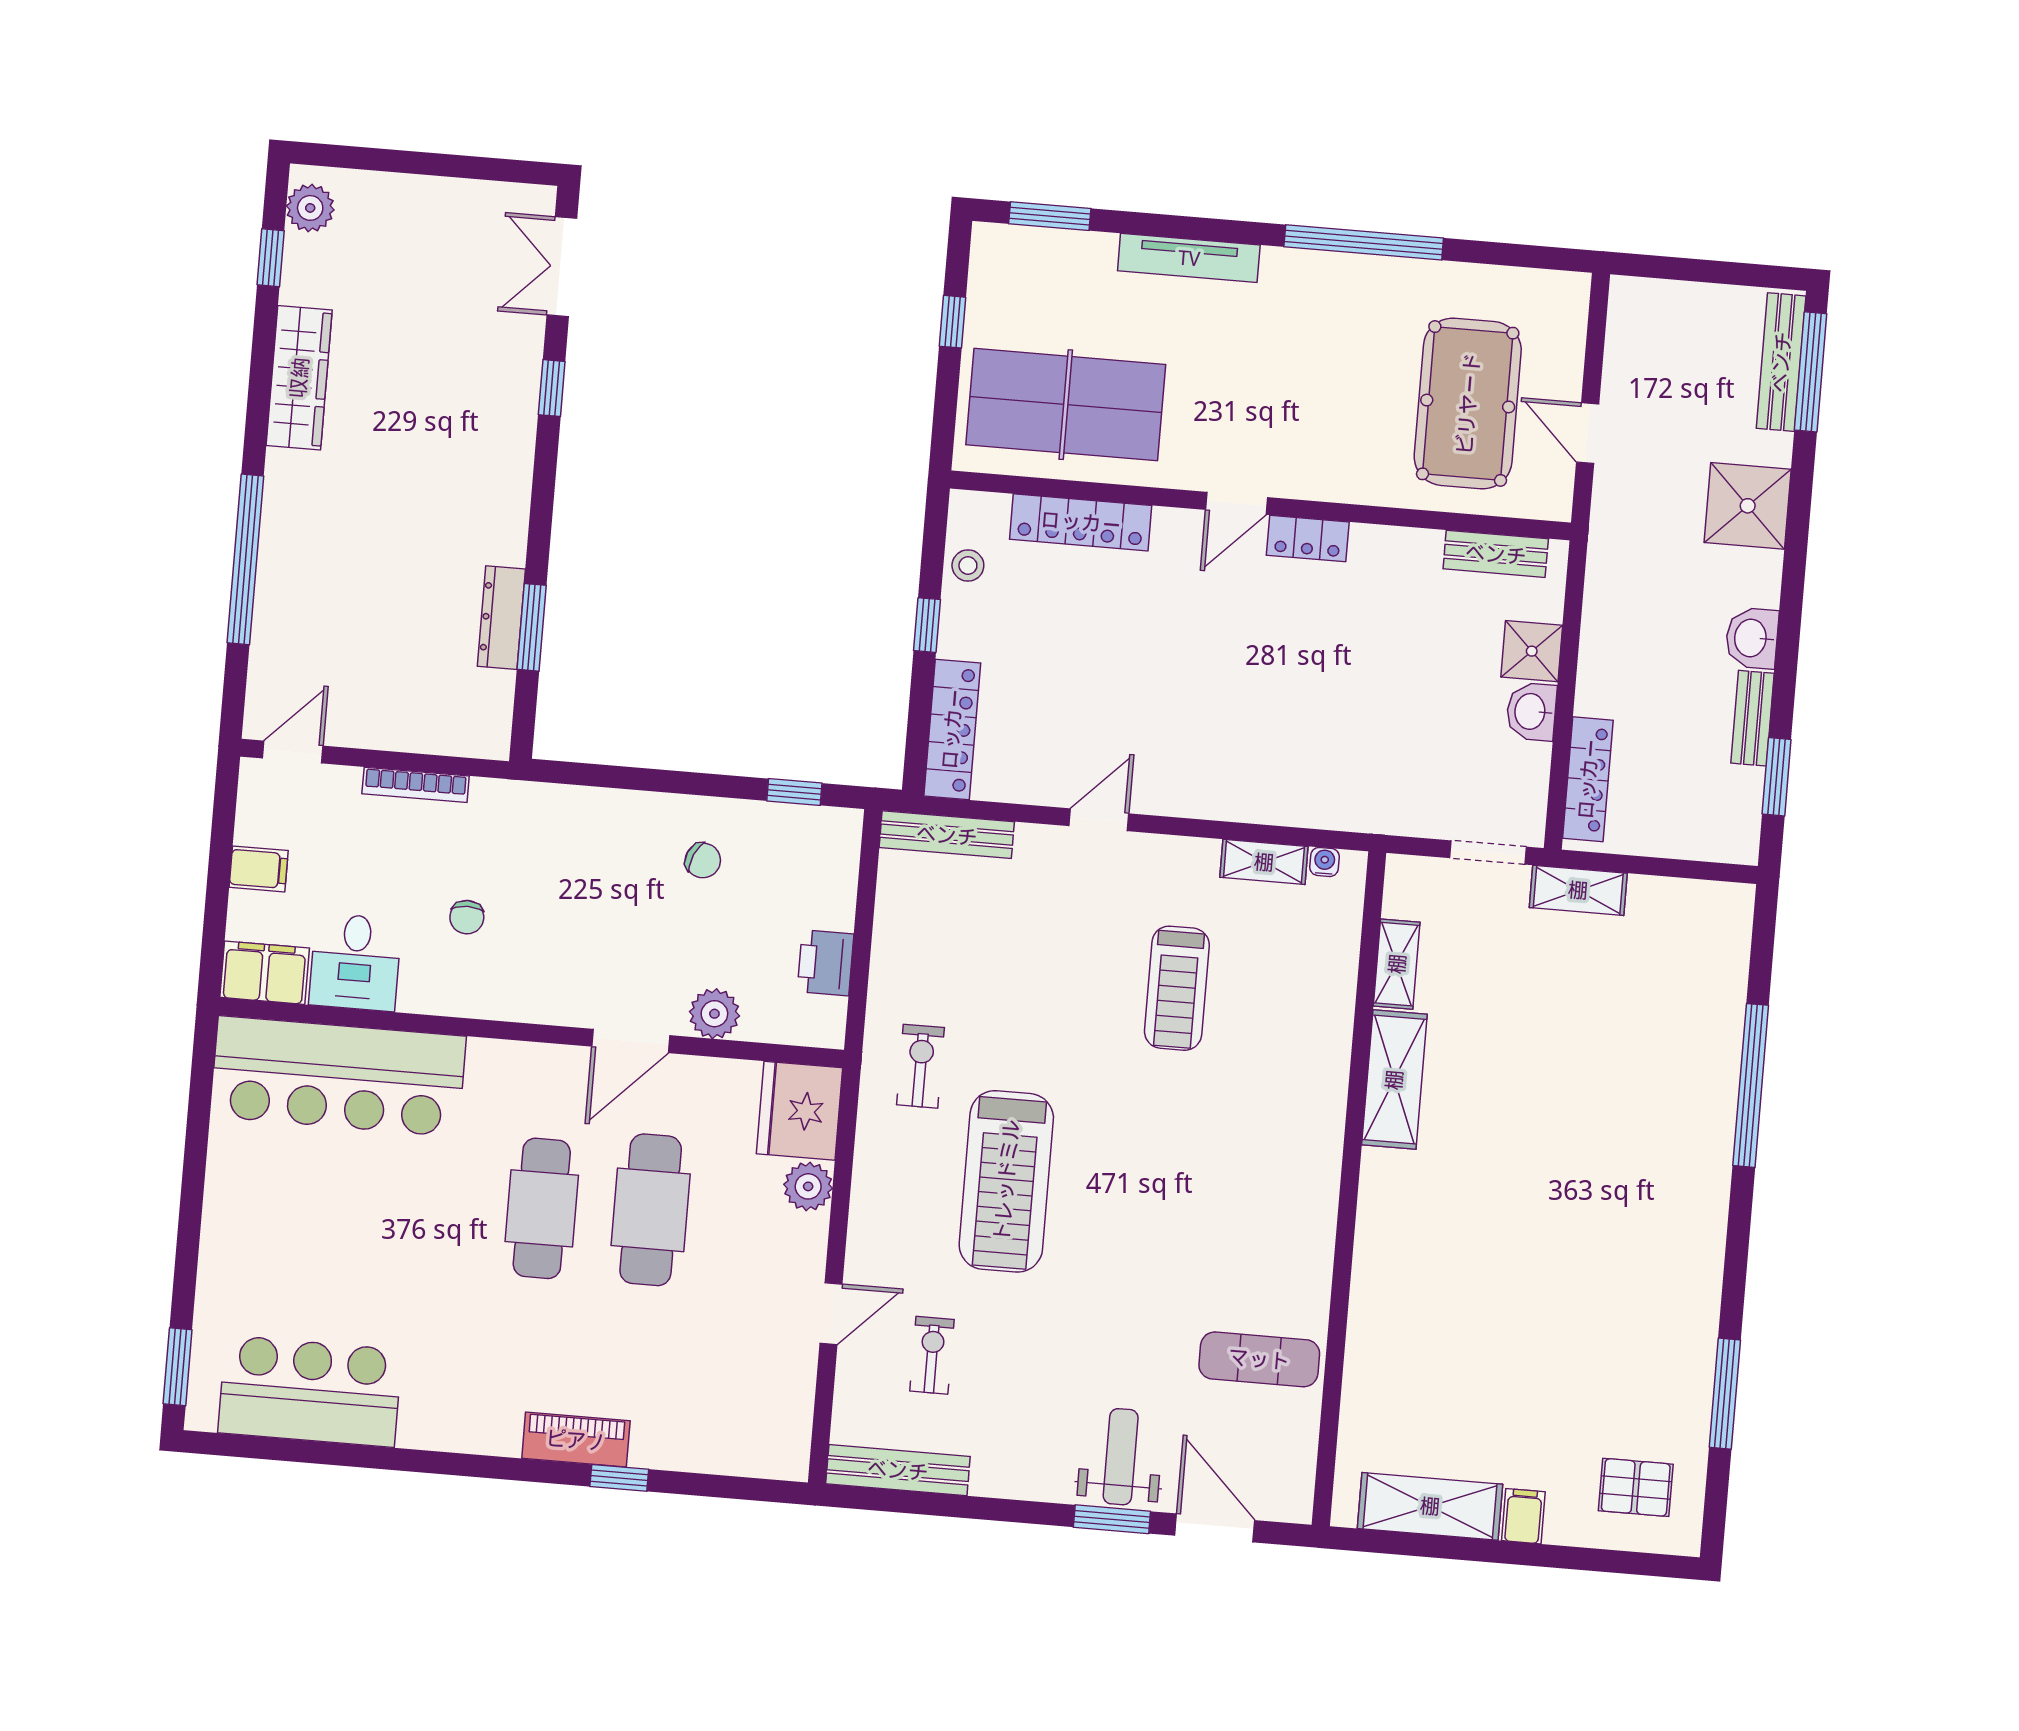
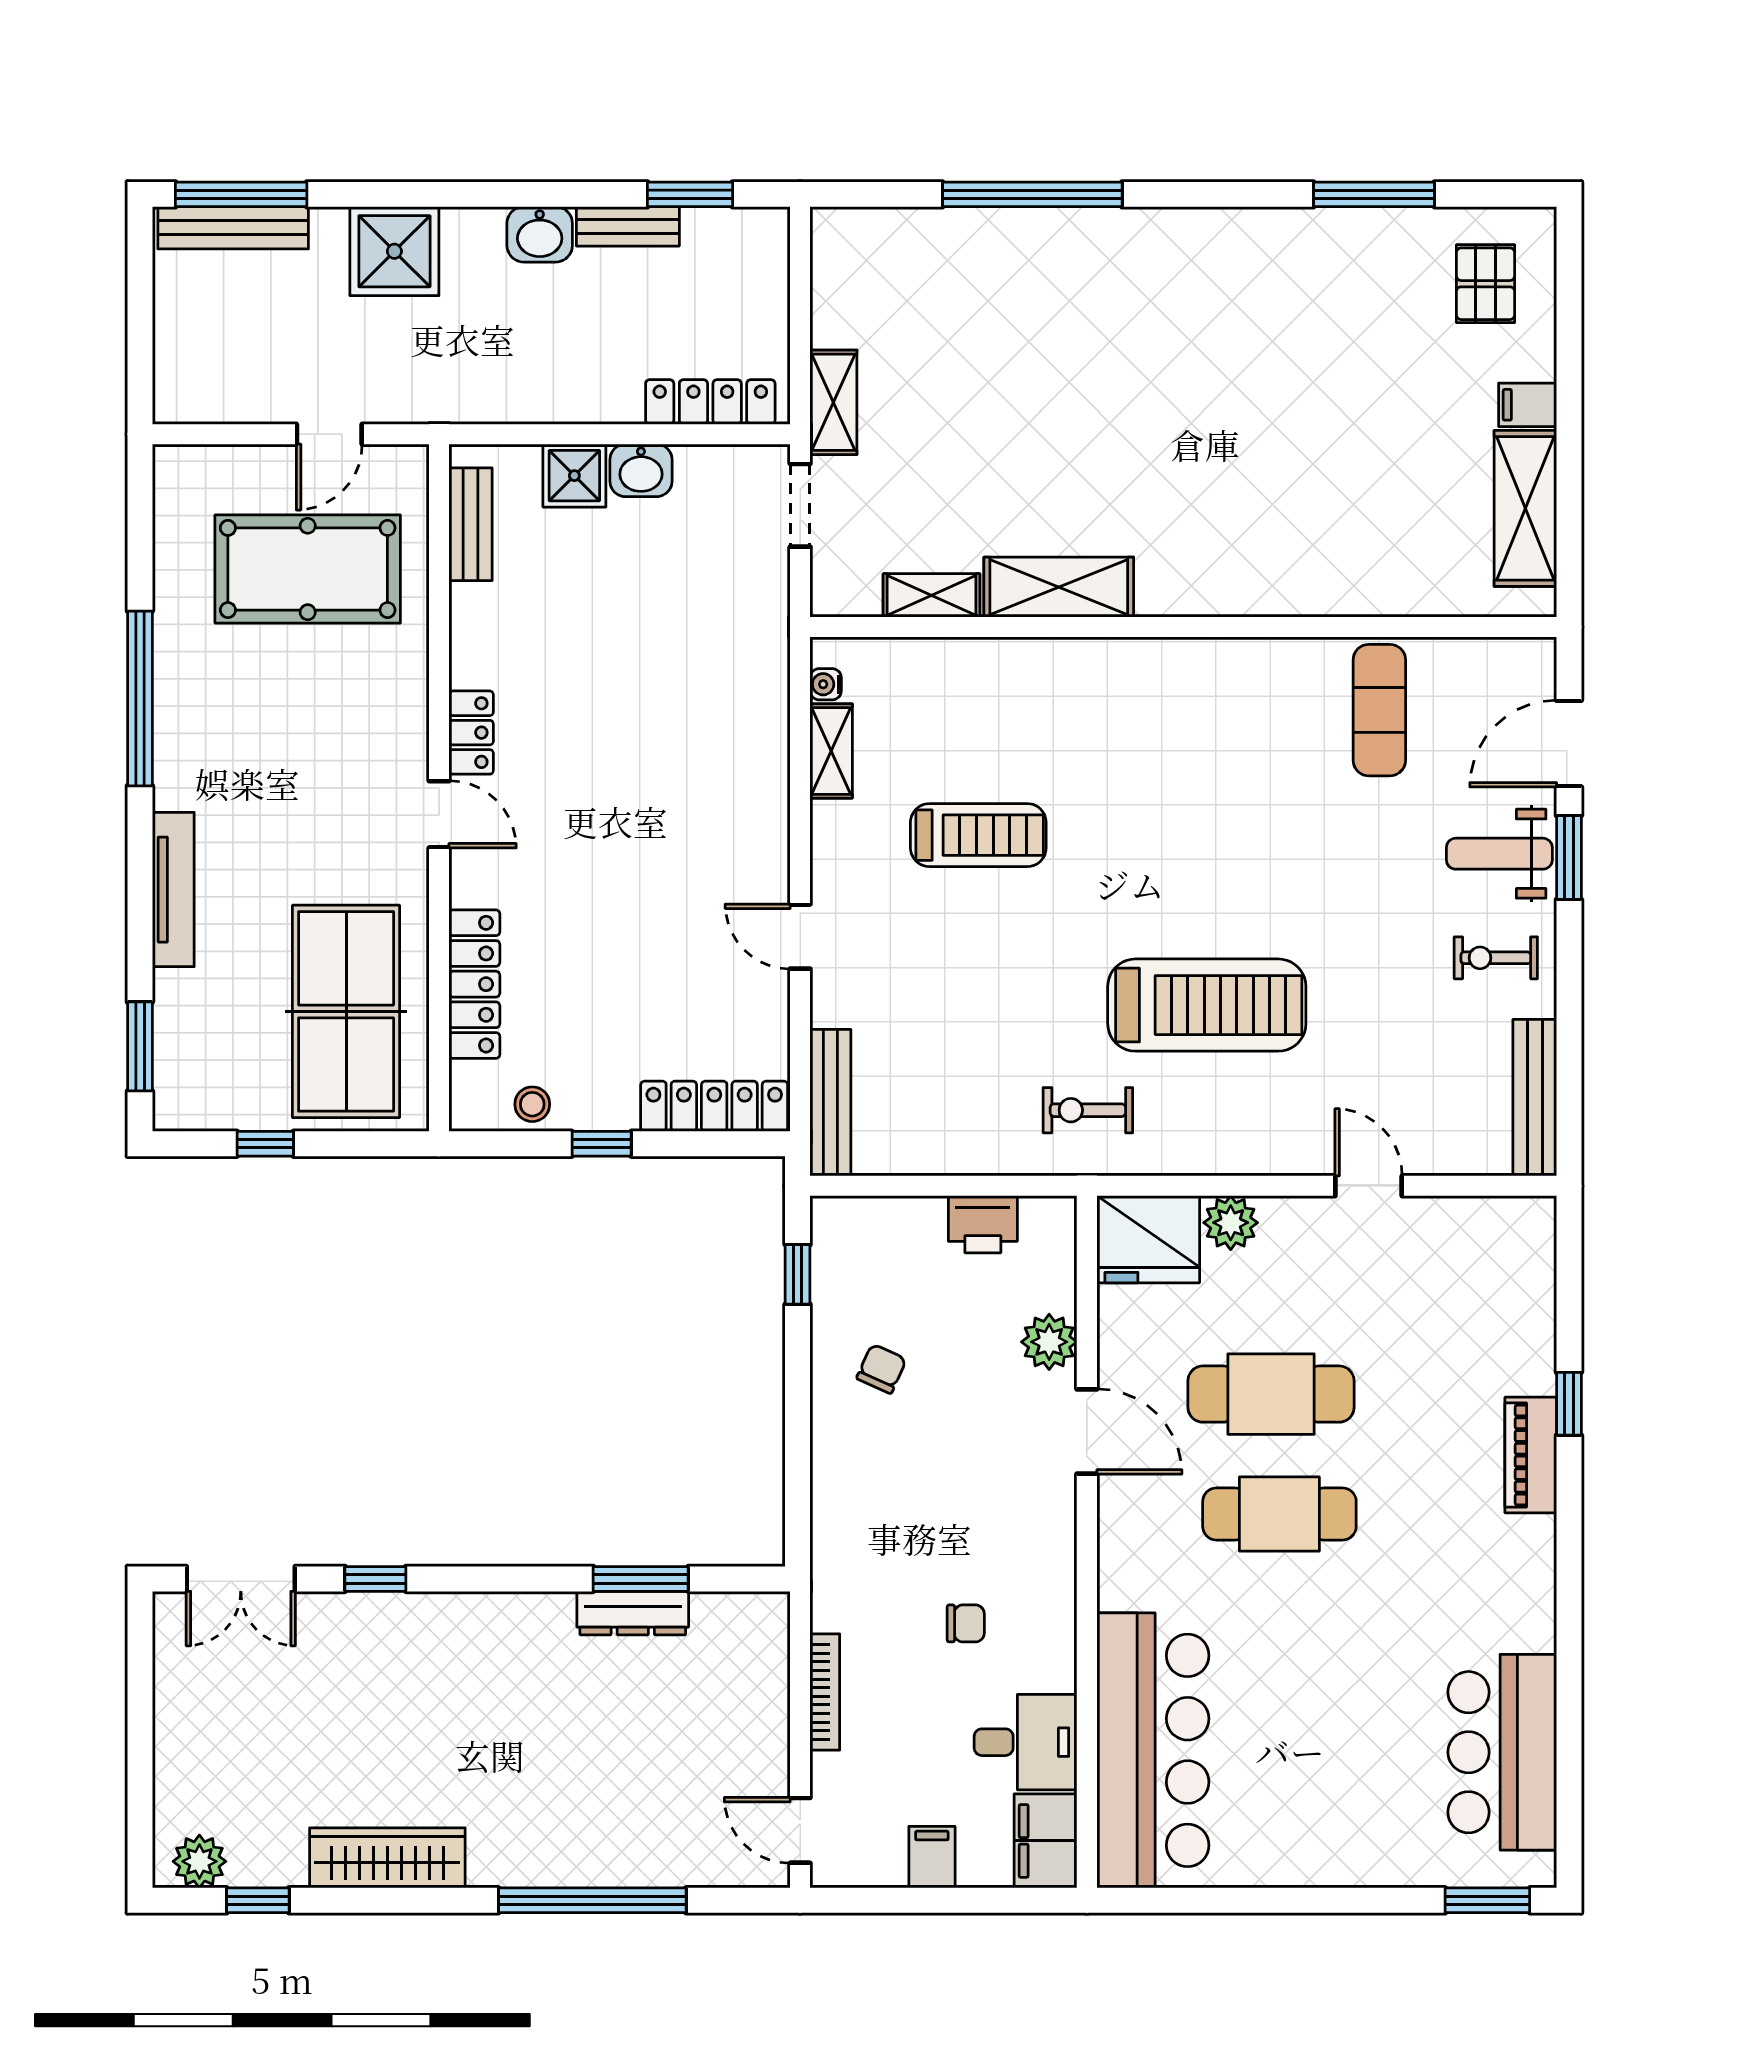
exercise bike: (932, 1355) -> (1496, 958), moved

